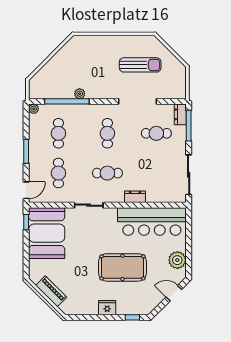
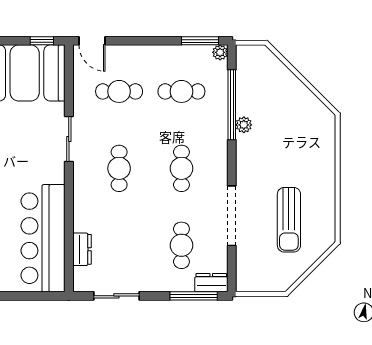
cafe table: (107, 133) -> (181, 168), turned 90
window: (26, 151) -> (200, 41), moved
sliding door: (189, 175) -> (116, 296), width x0.73
dresser: (135, 197) -> (82, 249), moved

